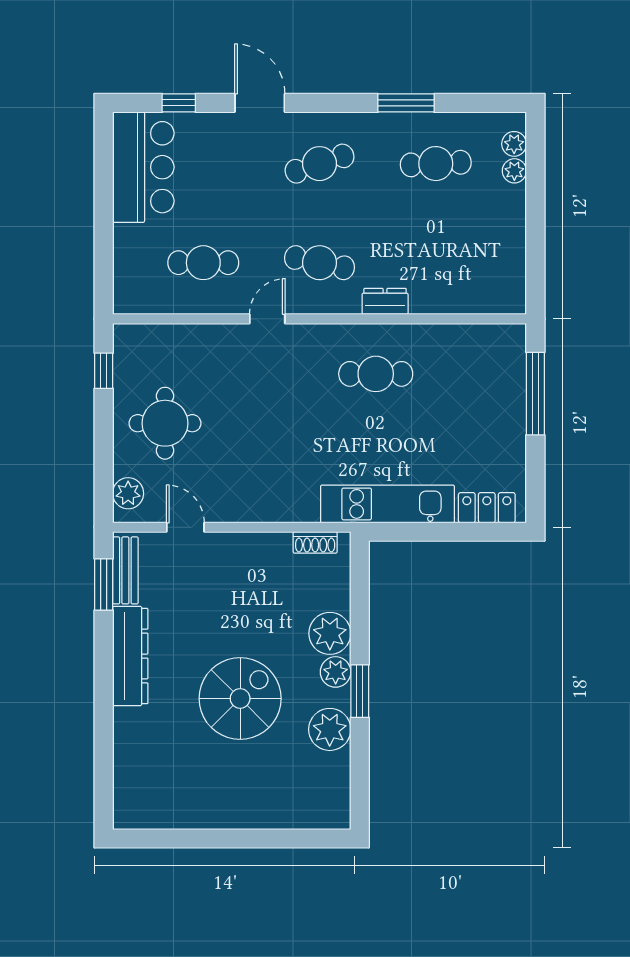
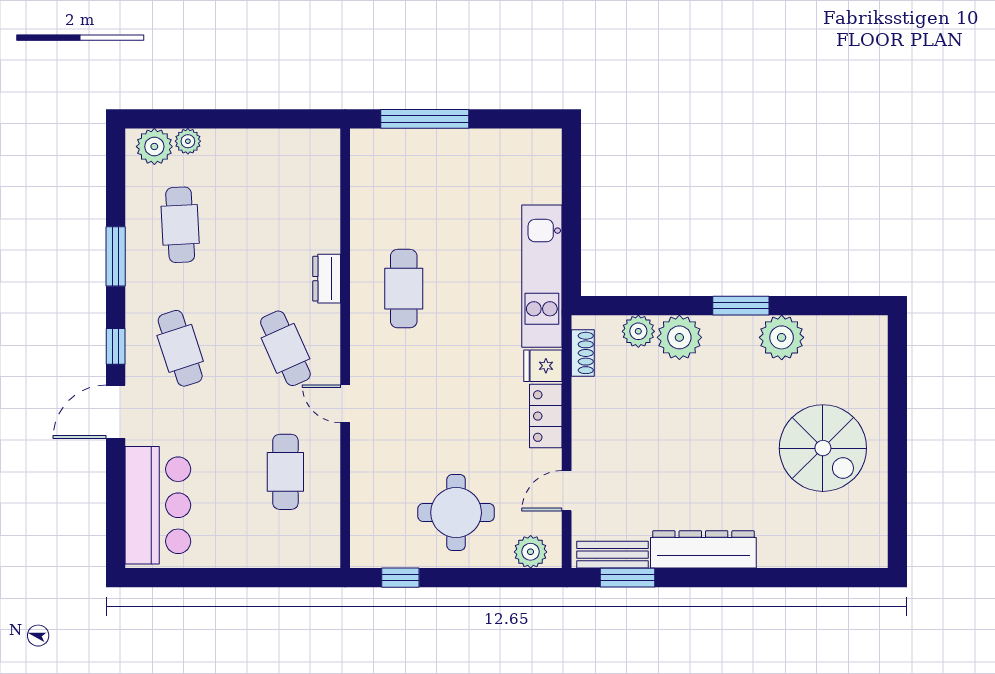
window: (179, 103) -> (116, 346), moved
plant: (514, 144) -> (154, 147), width x1.38, depth x1.38
bar counter: (143, 167) -> (158, 505), moved, turned 90
cafe table: (320, 263) -> (285, 348), turned -36
fridge: (303, 505) -> (543, 366), added
locker: (487, 508) -> (546, 416), moved
plant: (336, 672) -> (638, 331), moved
spiral stairs: (240, 698) -> (823, 448), moved, turned 180

